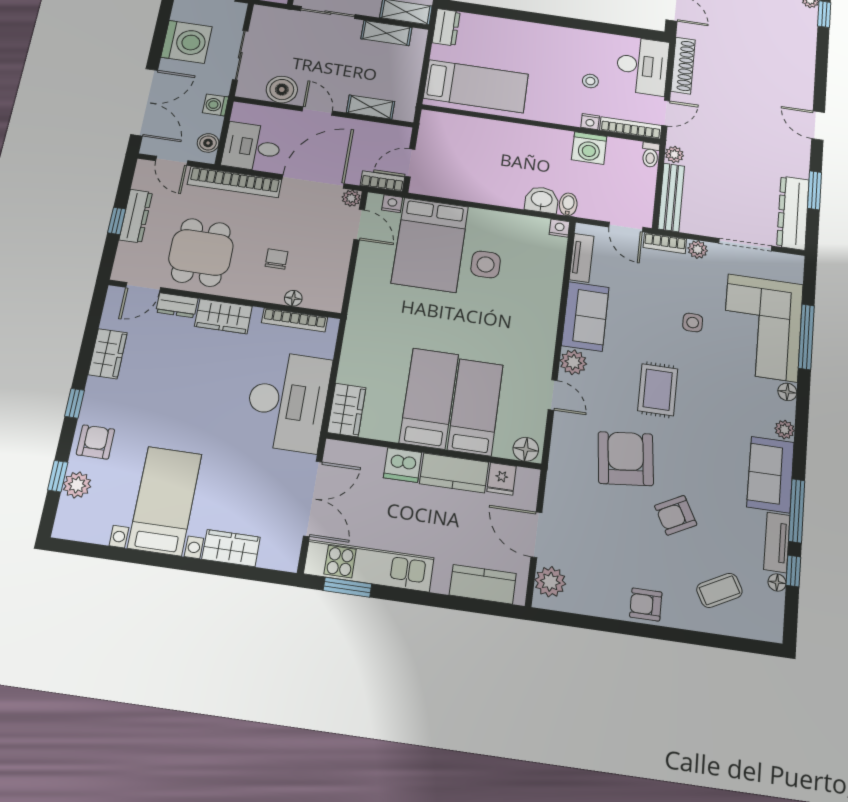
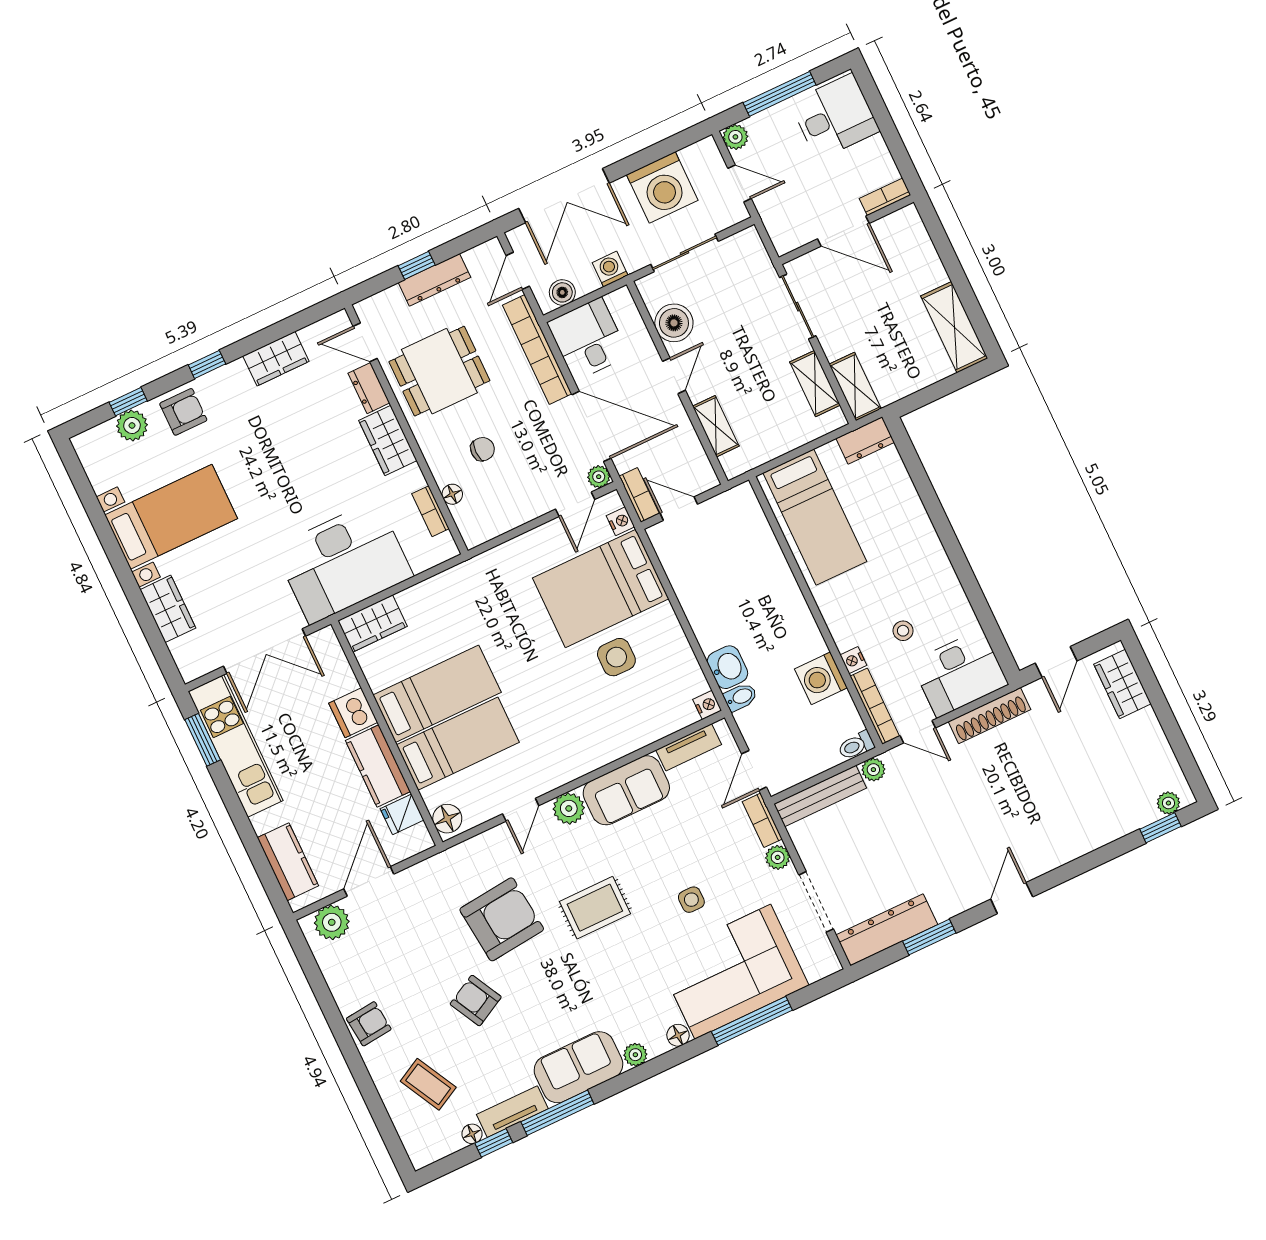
bookcase: (295, 320) -> (430, 511), width x0.64
armchair: (646, 604) -> (369, 1024), turned 84

